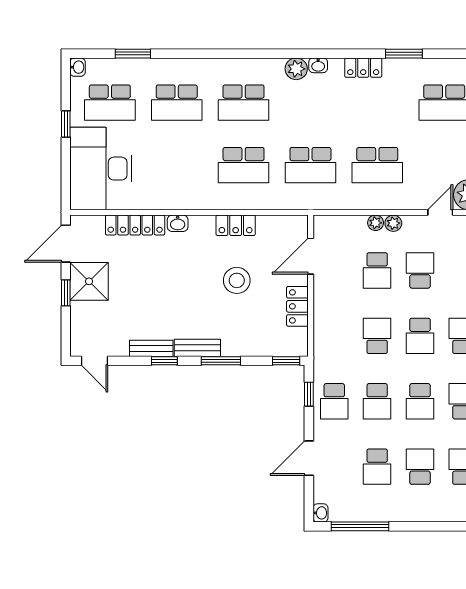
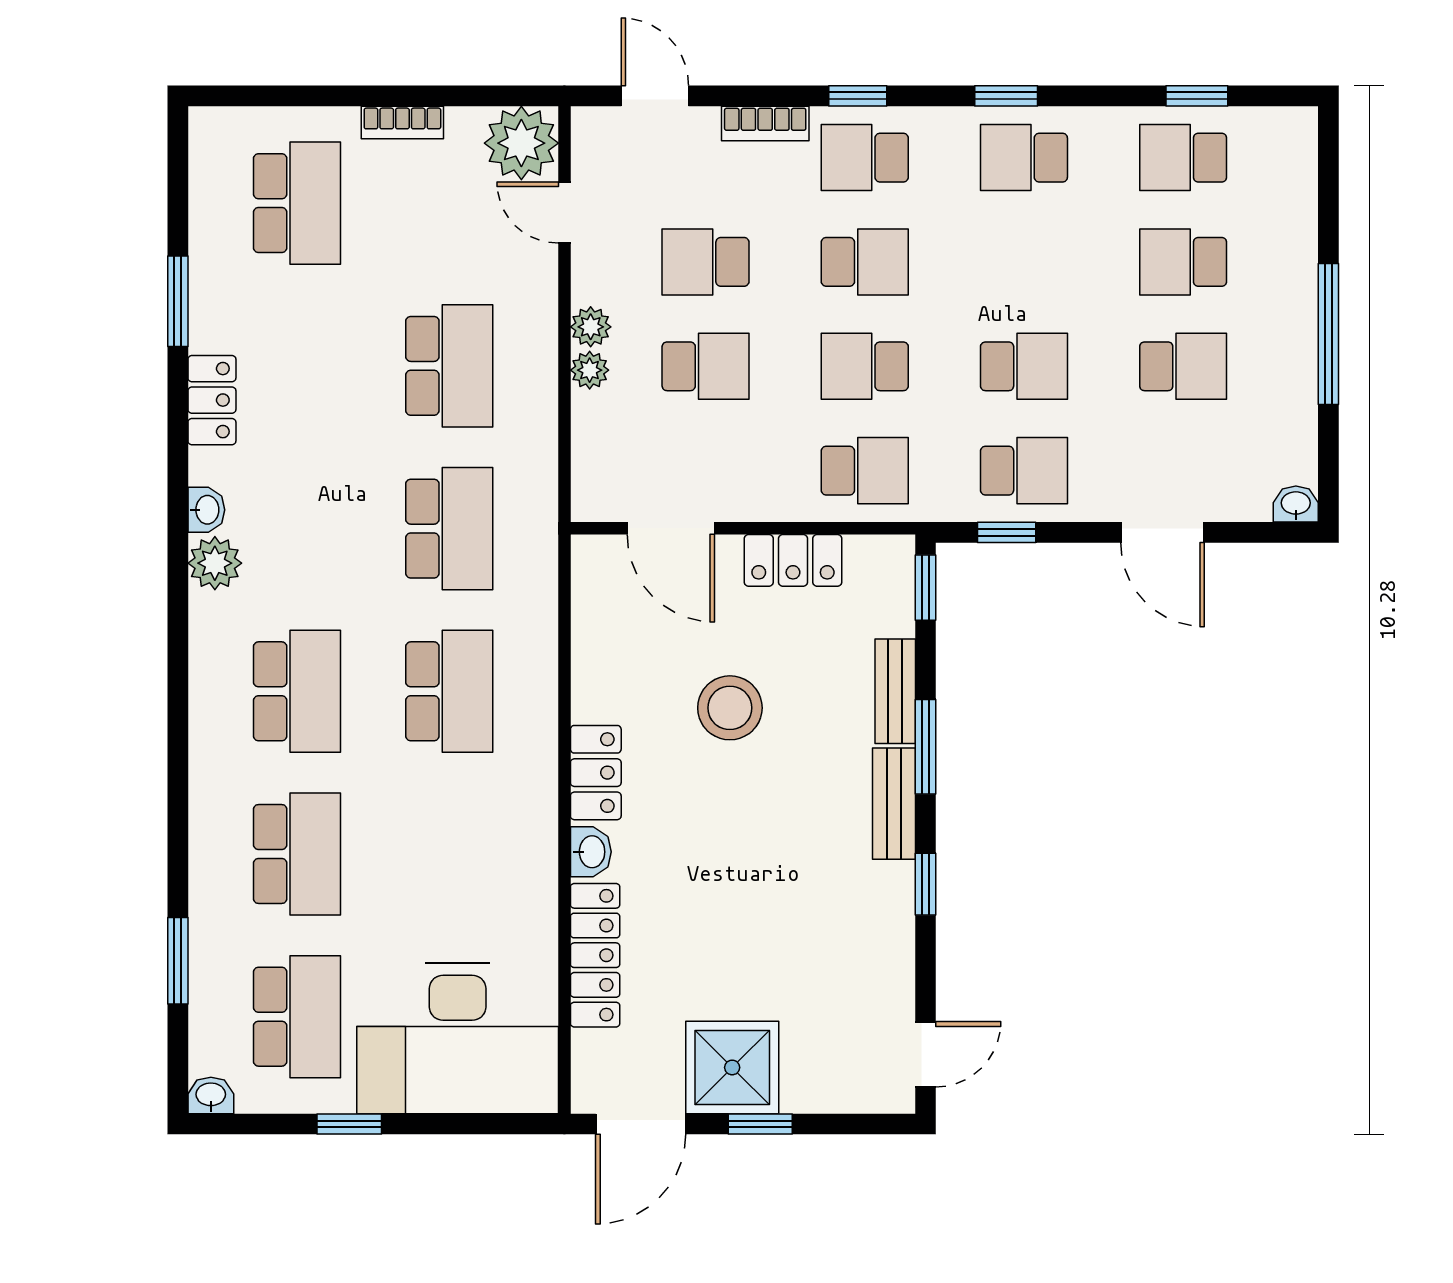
locker: (236, 225) -> (596, 773), moved
door: (66, 244) -> (641, 1124), hinge flipped
bench: (151, 348) -> (895, 691), moved
school desk: (420, 401) -> (865, 471), moved
window: (360, 526) -> (1328, 334), moved

